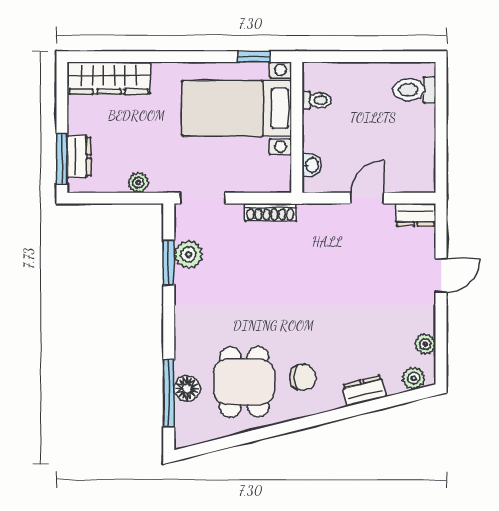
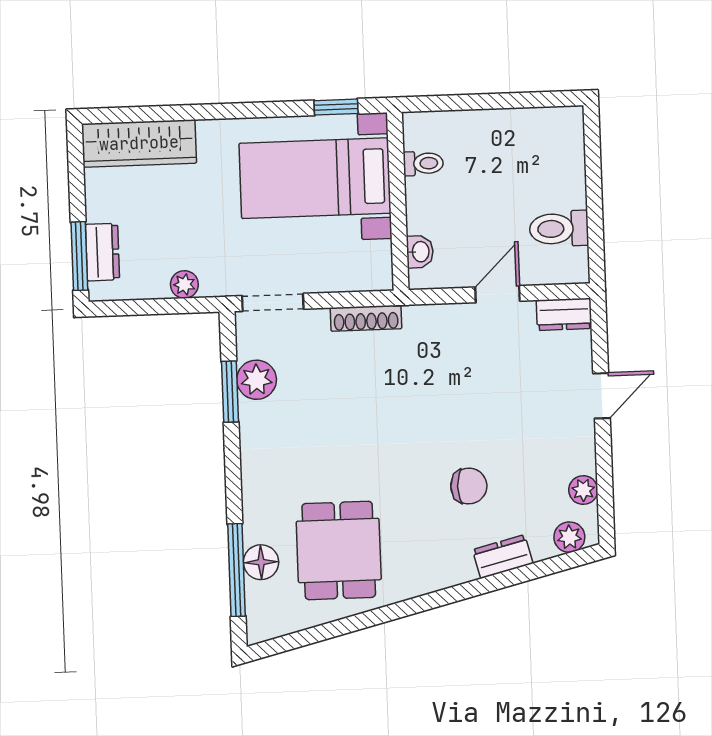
toilet: (414, 90) -> (559, 229), moved
chair: (303, 377) -> (469, 486), moved

